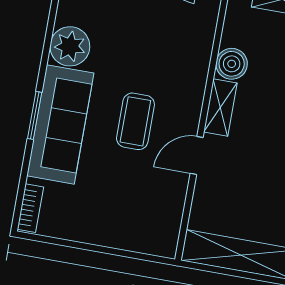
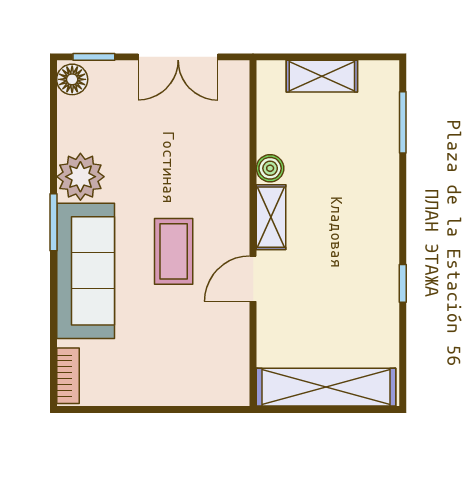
boiler: (232, 64) -> (270, 168), width x0.73, depth x0.73
window: (35, 115) -> (53, 222), moved

